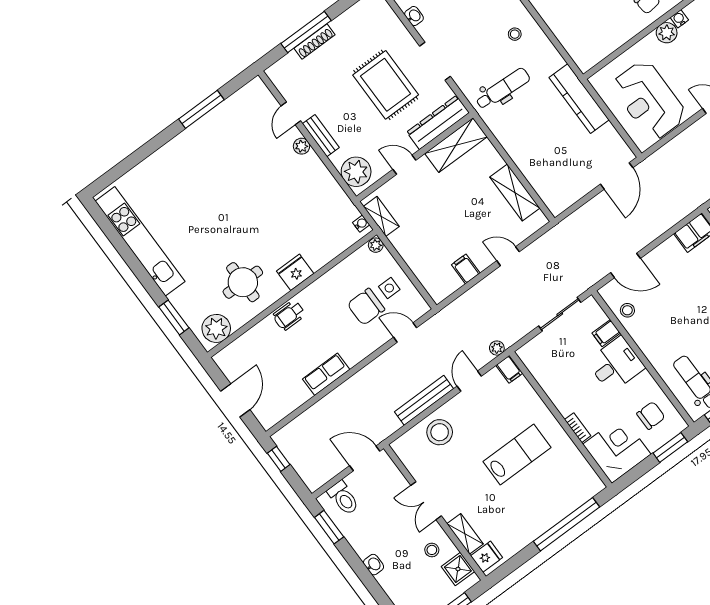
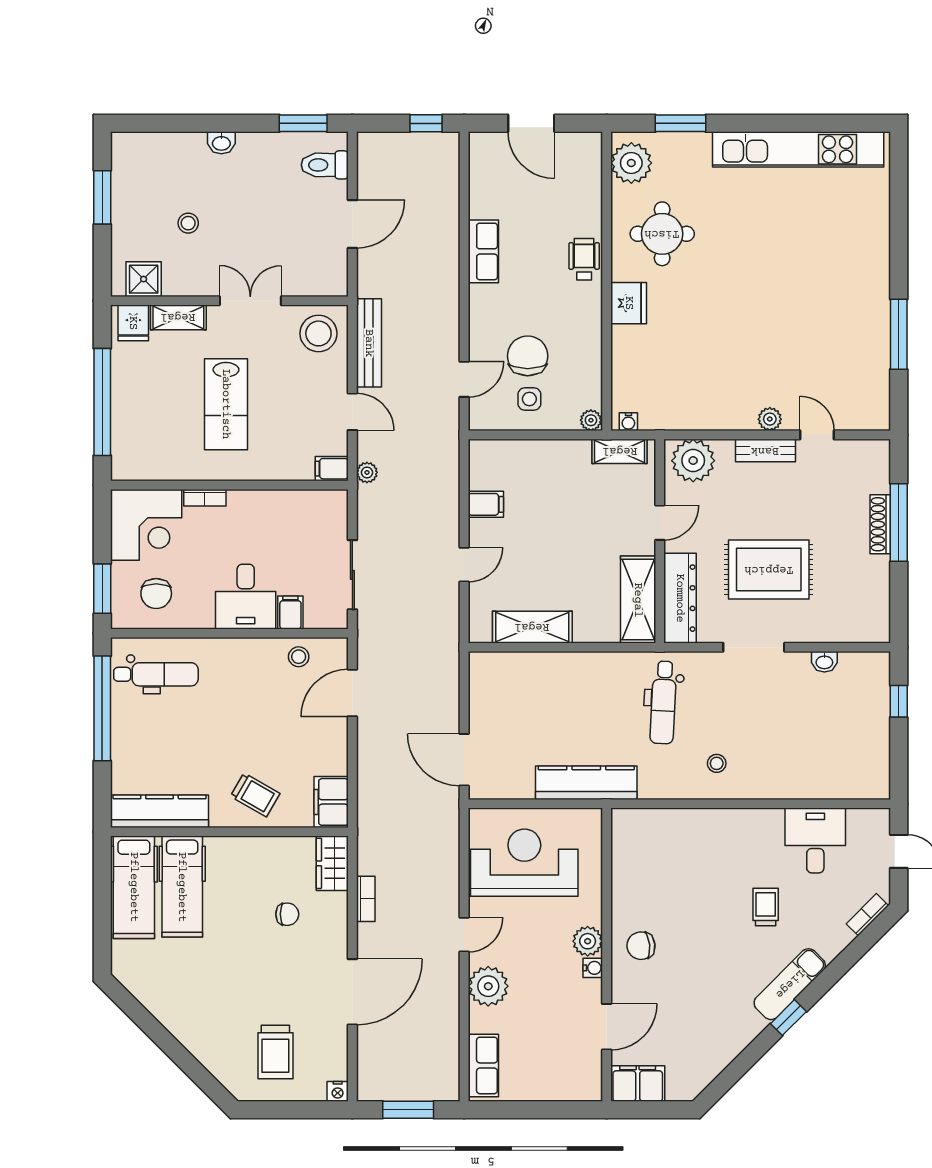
double door: (426, 501) -> (250, 301), moved
wall: (435, 512) -> (229, 301), moved
shelving: (465, 534) -> (178, 317), moved
fridge: (487, 557) -> (133, 323), moved
shower: (458, 569) -> (144, 279), moved

